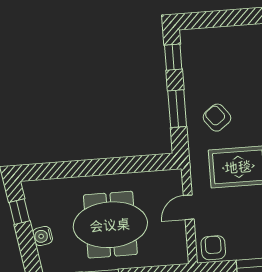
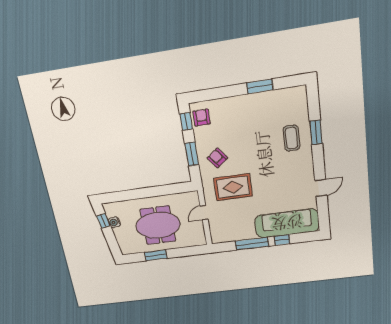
water cooler: (43, 236) -> (114, 222), moved
armchair: (213, 248) -> (201, 118), moved

